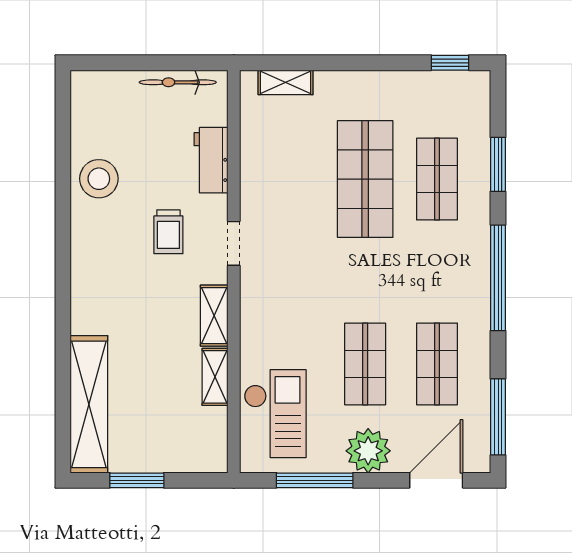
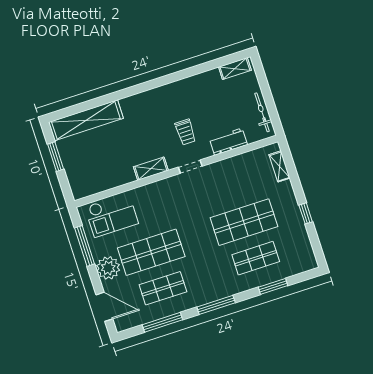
window: (450, 63) -> (306, 213), moved
stool: (99, 179) -> (201, 88), removed
trolley: (168, 232) -> (185, 132), turned -90
window: (498, 278) -> (216, 305), width x0.68
shop shelf: (365, 364) -> (151, 252), width x1.43, depth x1.36
shelving: (215, 377) -> (235, 69), moved
window: (498, 417) -> (162, 322), moved

